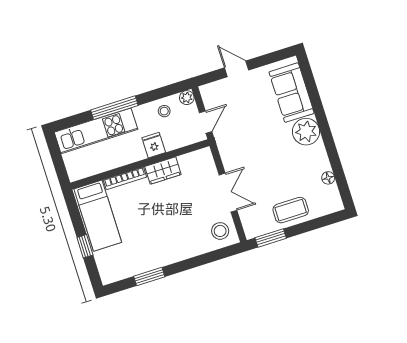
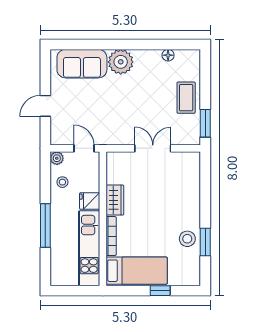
kitchen unit: (96, 131) -> (89, 248), moved, turned 180
stool: (220, 231) -> (187, 239), moved

